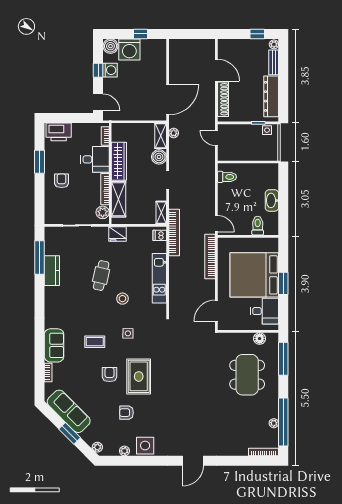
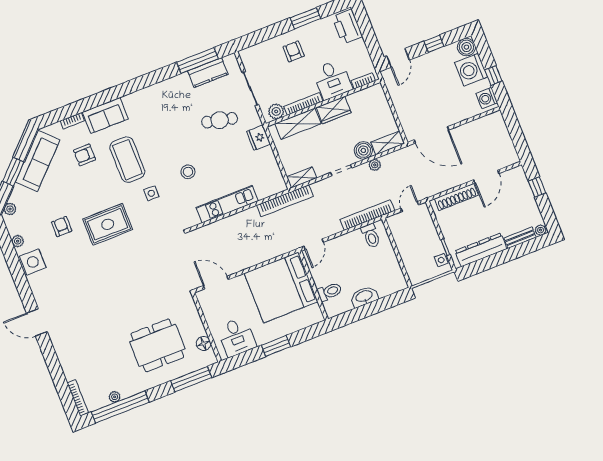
window: (257, 34) -> (537, 187), moved
washing machine: (110, 70) -> (487, 98), moved, turned 90
plant: (174, 133) -> (375, 165), moved
wardrobe: (119, 161) -> (334, 110), width x0.67
armchair: (62, 181) -> (294, 51), turned -90
dishwasher: (160, 235) -> (275, 186), removed
bookcase: (210, 256) -> (367, 215), moved
kitchen counter: (52, 271) -> (208, 73), moved
bed: (254, 275) -> (281, 287), moved, turned -90
cafe table: (101, 276) -> (220, 120), moved
coffee table: (95, 342) -> (127, 160), width x1.86, depth x1.72
armchair: (110, 375) -> (85, 155), moved, turned 180

